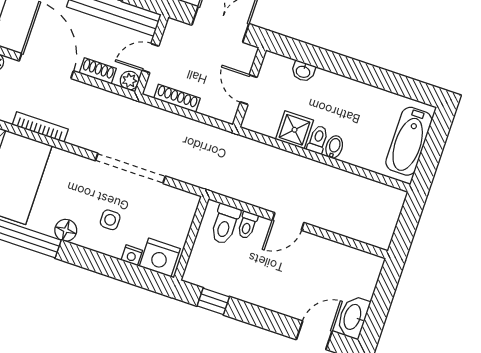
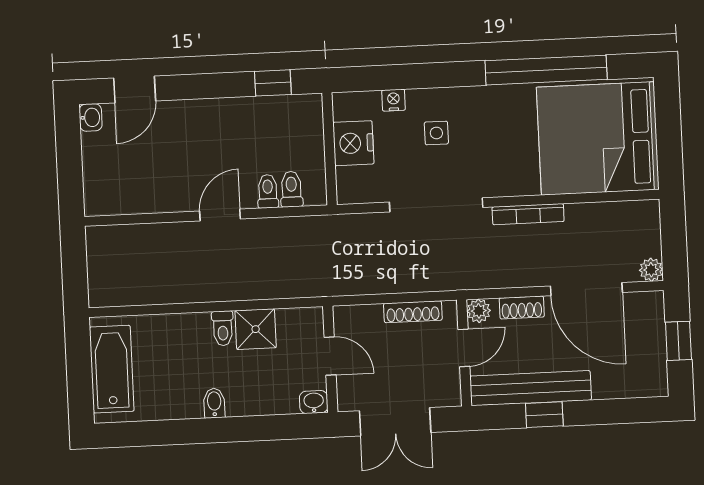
washbasin: (303, 71) -> (314, 402), moved
bookcase: (40, 127) -> (528, 214), moved
bidet: (334, 147) -> (214, 403), moved, turned 180
toilet: (225, 224) -> (291, 189), width x0.73, depth x0.72
floor lamp: (66, 230) -> (485, 99), removed
nightstand: (160, 258) -> (353, 143), moved, turned -90
washbasin: (353, 317) -> (91, 117), width x0.52, depth x0.69

